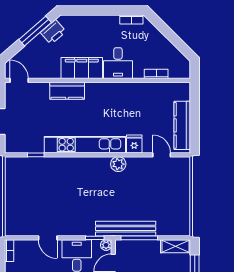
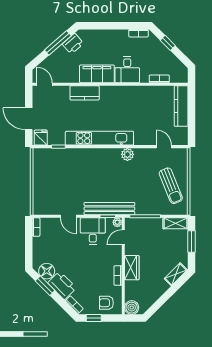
window: (166, 31) -> (168, 43), added
kitchen counter: (182, 125) -> (181, 106), moved
fridge: (134, 144) -> (41, 138), moved
sun lounger: (170, 201) -> (171, 186), added
bench: (126, 229) -> (109, 209), moved

